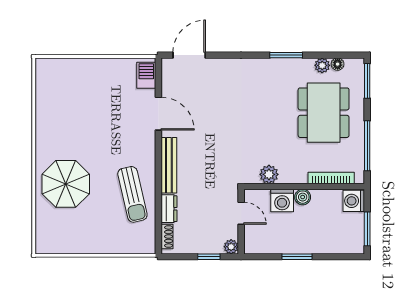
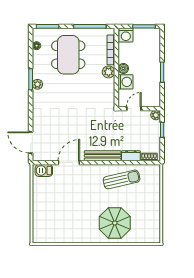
plant: (322, 65) -> (37, 84), moved
dining table: (324, 113) -> (68, 55), turned 90
plant: (269, 174) -> (109, 72), moved

